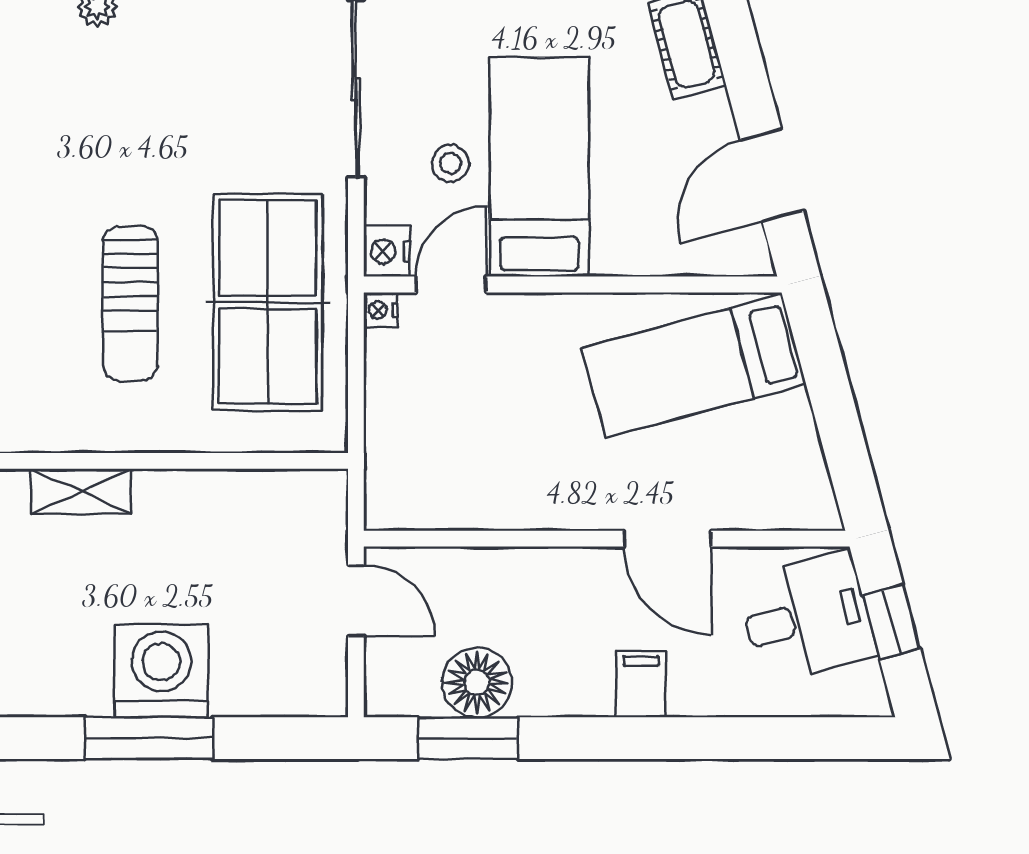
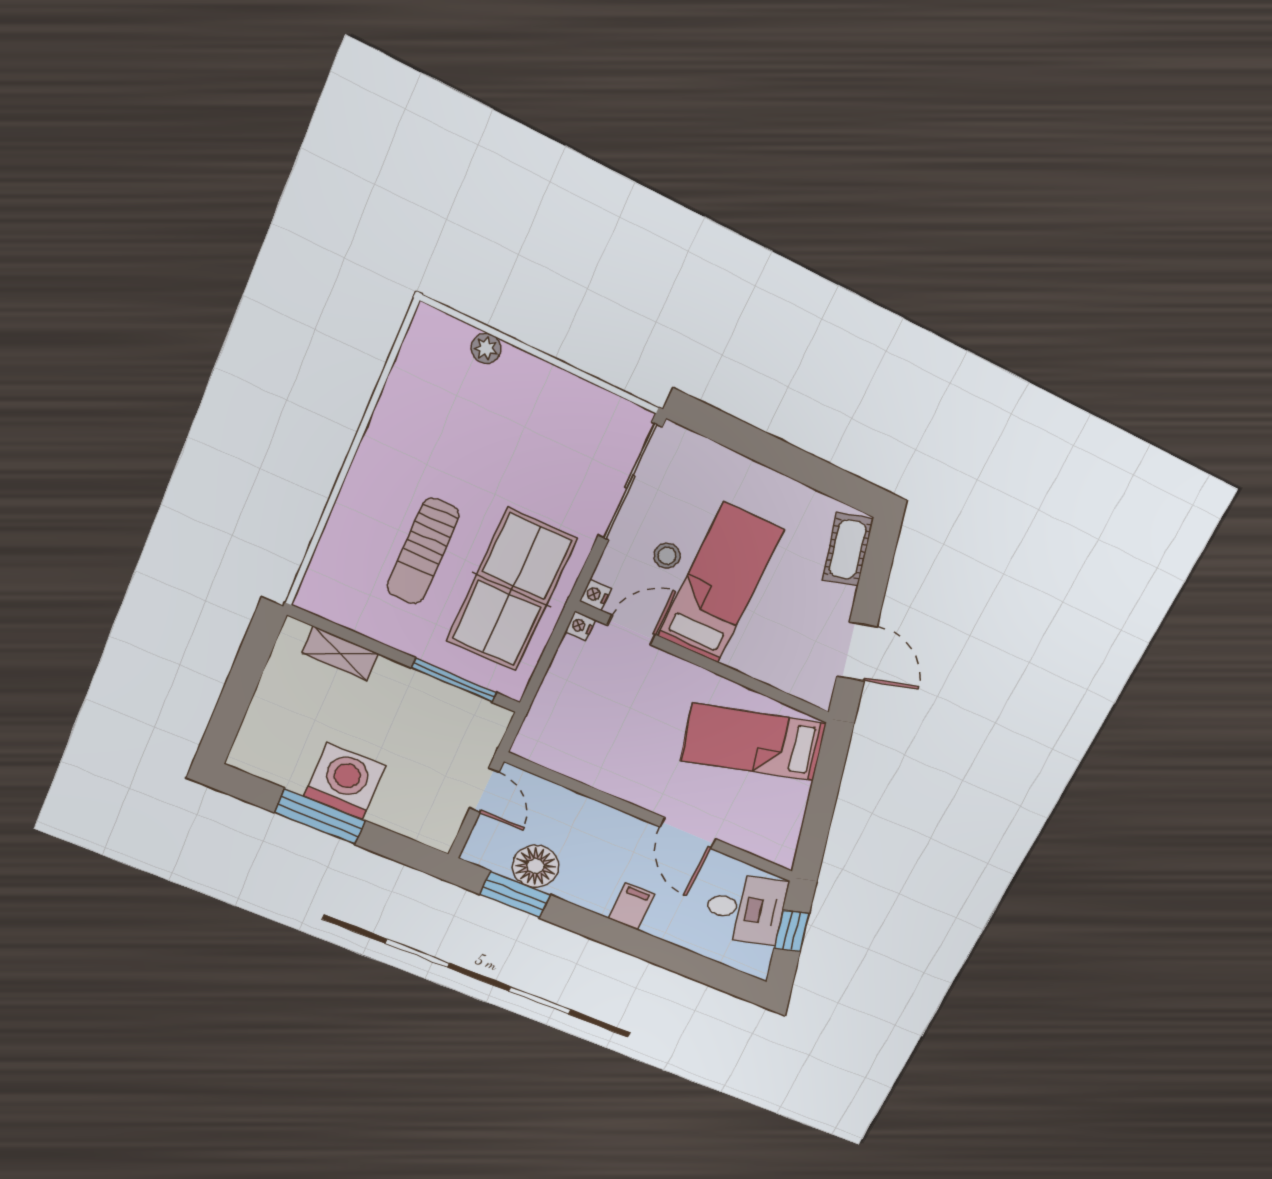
door: (772, 175) -> (857, 652), swing flipped
nightstand: (387, 252) -> (595, 595), width x0.72, depth x0.74
window: (246, 461) -> (454, 680), added

